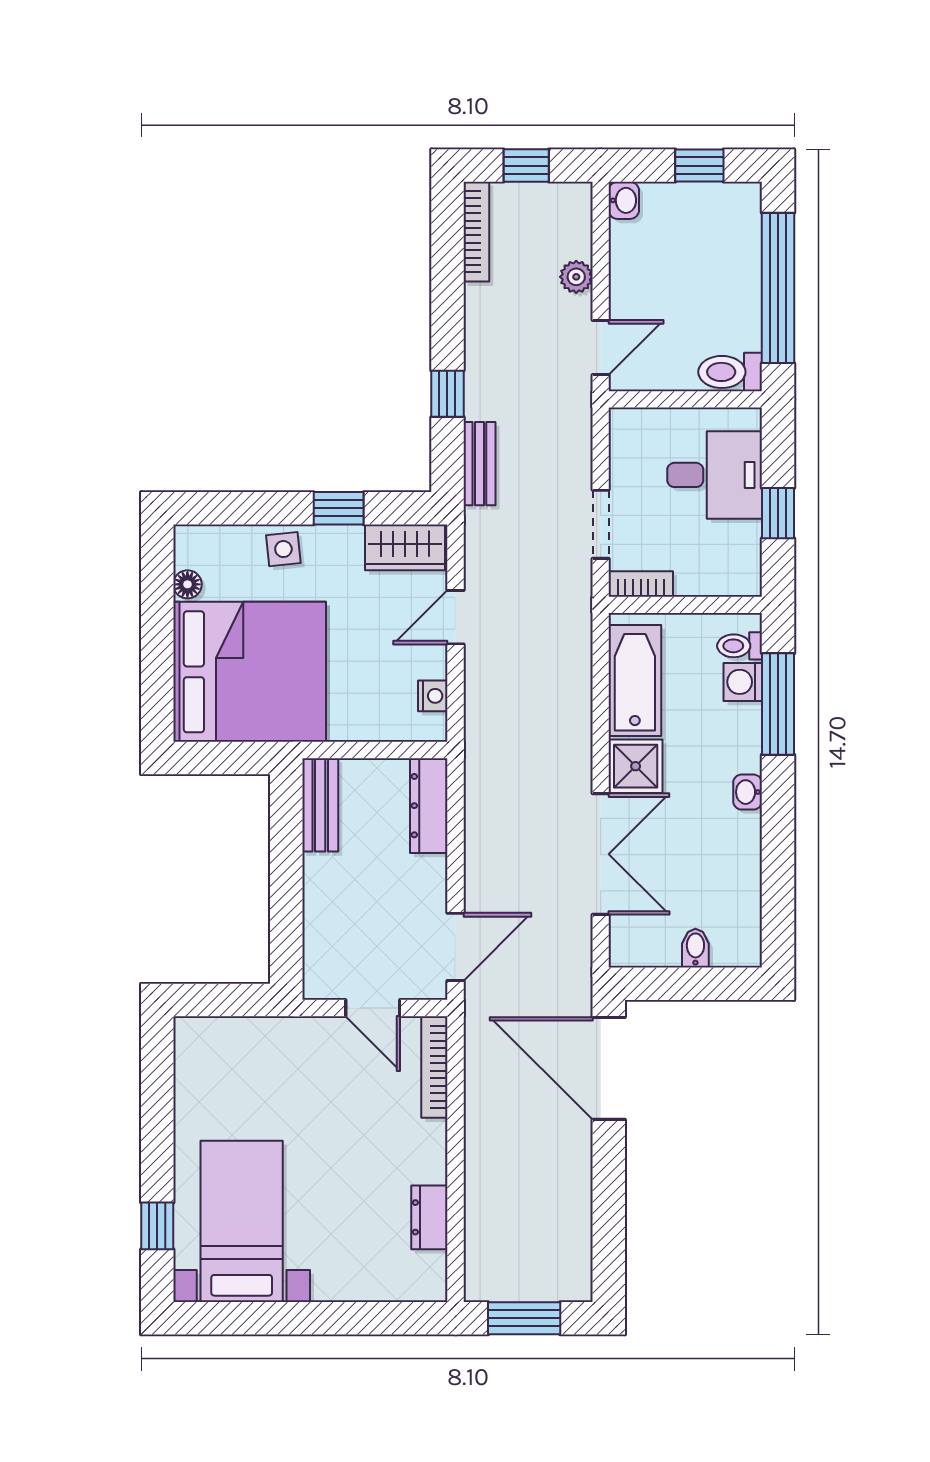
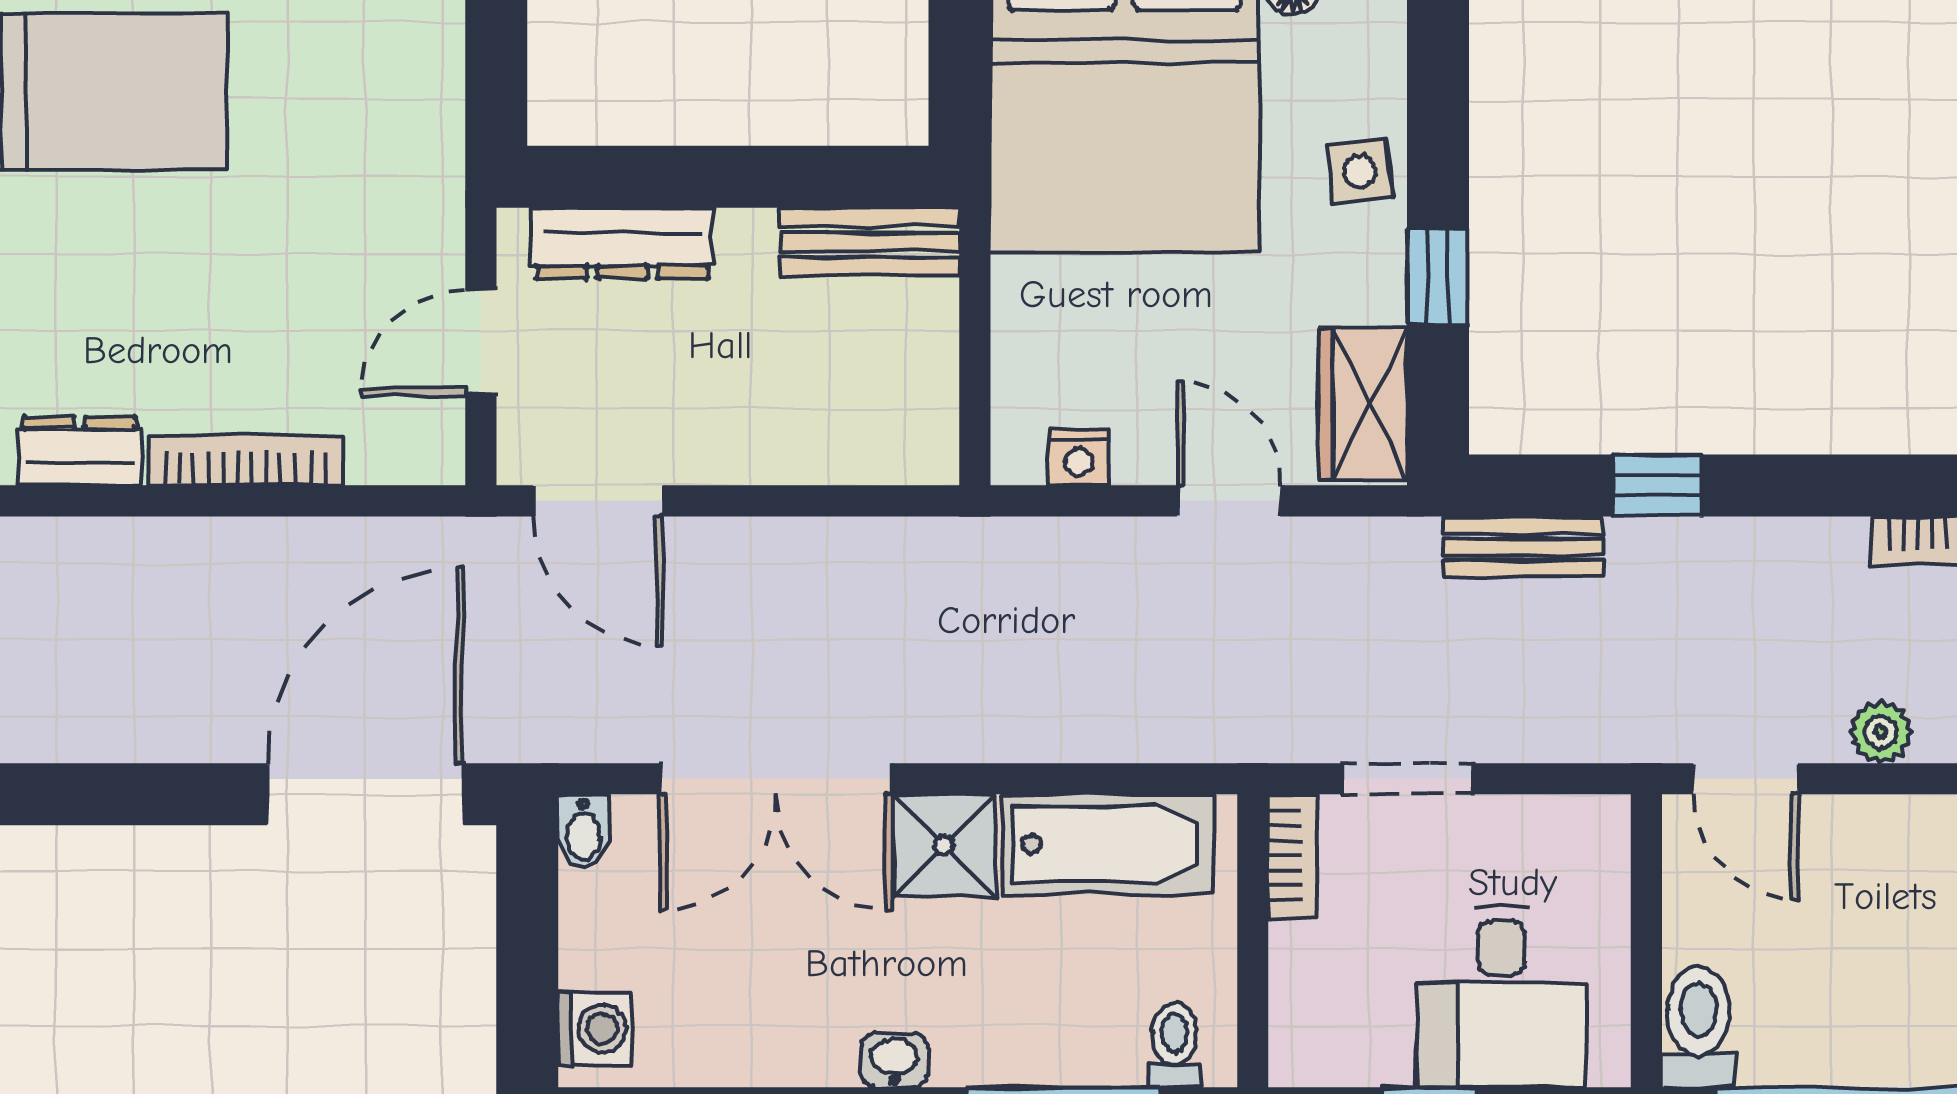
washing machine: (743, 682) -> (595, 1029), moved, turned 90
dresser: (429, 806) -> (622, 243), moved, turned 180
bidet: (695, 948) -> (583, 832), moved, turned 90
bookcase: (434, 1067) -> (245, 460), moved

